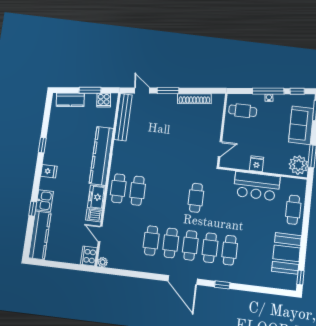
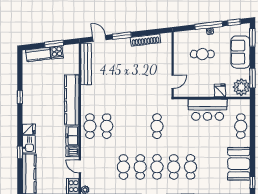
cooker: (104, 100) -> (57, 52), moved
cafe table: (243, 111) -> (202, 54), moved
fridge: (257, 164) -> (220, 90), moved
fridge: (49, 171) -> (29, 129), moved

